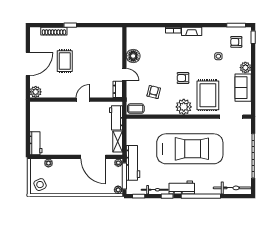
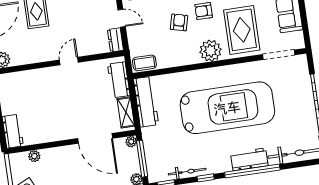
armchair: (154, 92) -> (179, 22), moved
workbench: (133, 163) -> (146, 102), moved
workbench: (182, 188) -> (249, 159), moved

